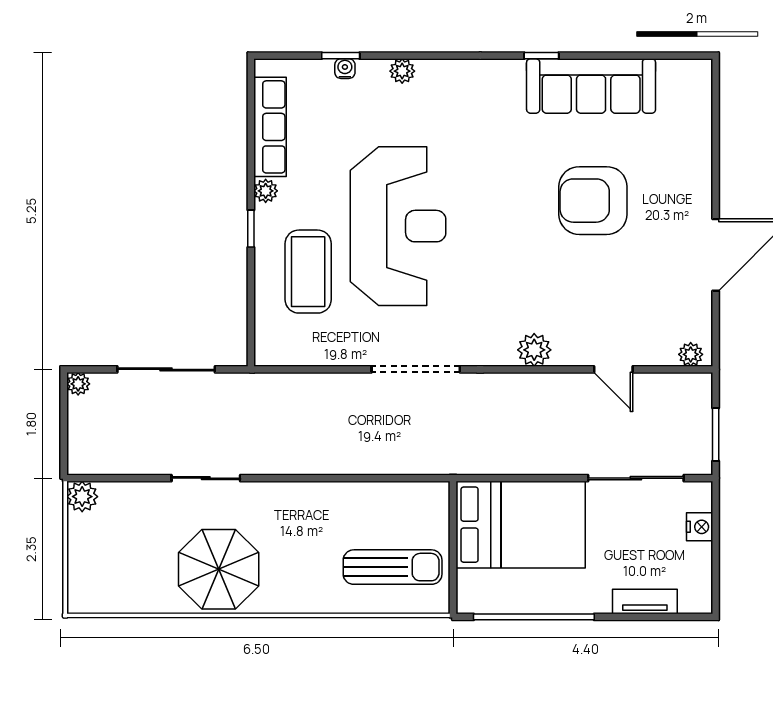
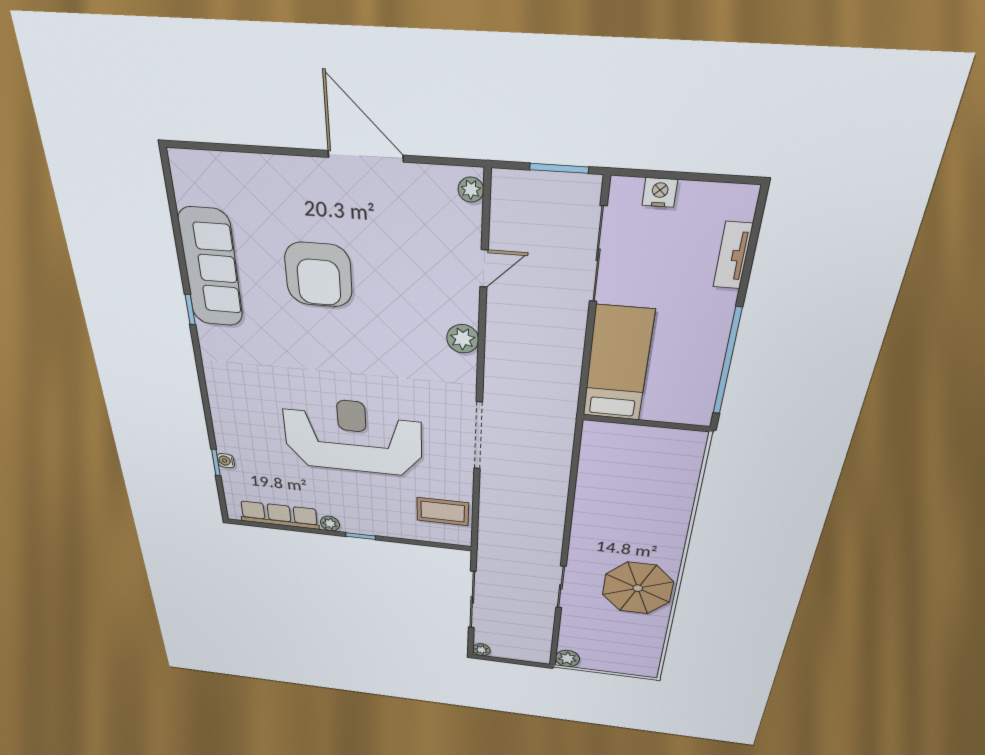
plant: (402, 71) -> (221, 420), removed
coffee table: (308, 272) -> (443, 512), moved, width x0.73, depth x0.76
bed: (521, 525) -> (618, 364), width x0.67
sun lounger: (393, 567) -> (657, 471), removed

